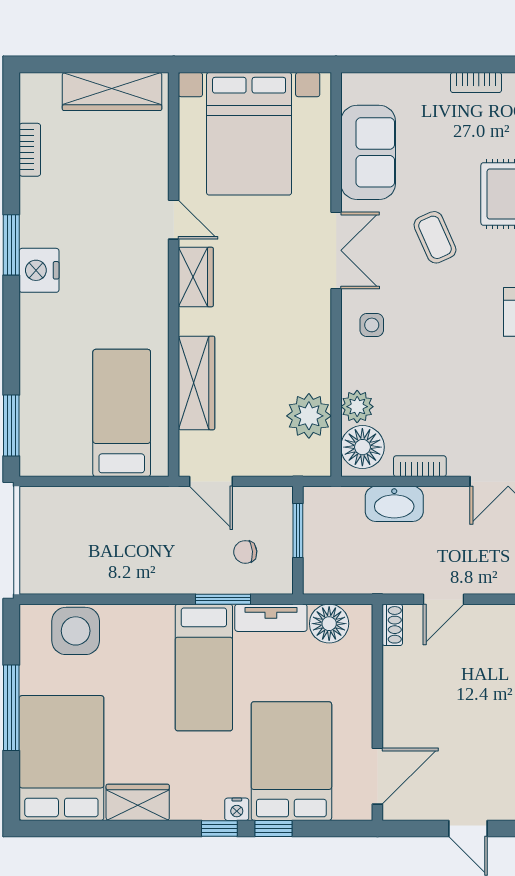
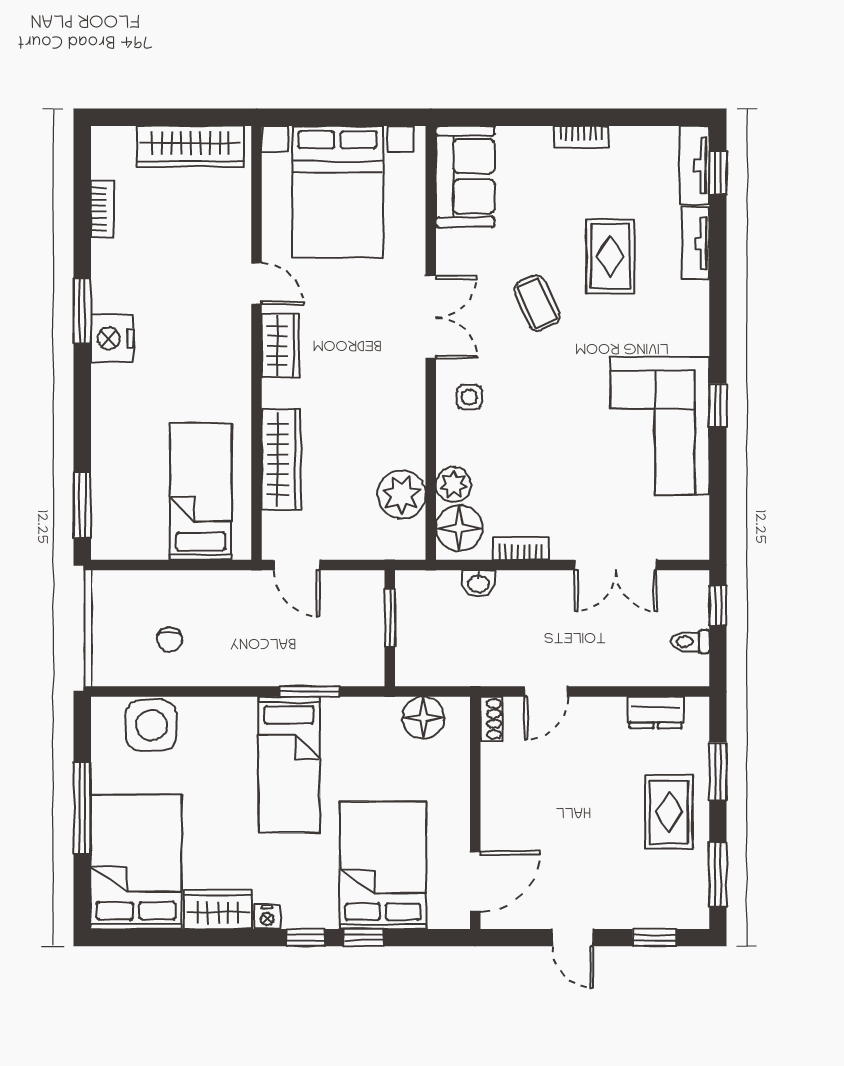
sofa: (368, 152) -> (465, 176), moved
washbasin: (394, 504) -> (478, 583), width x0.52, depth x0.69
chair: (245, 552) -> (170, 640), moved, turned -85
tv unit: (271, 618) -> (361, 711), removed
nightstand: (237, 809) -> (267, 917), moved

